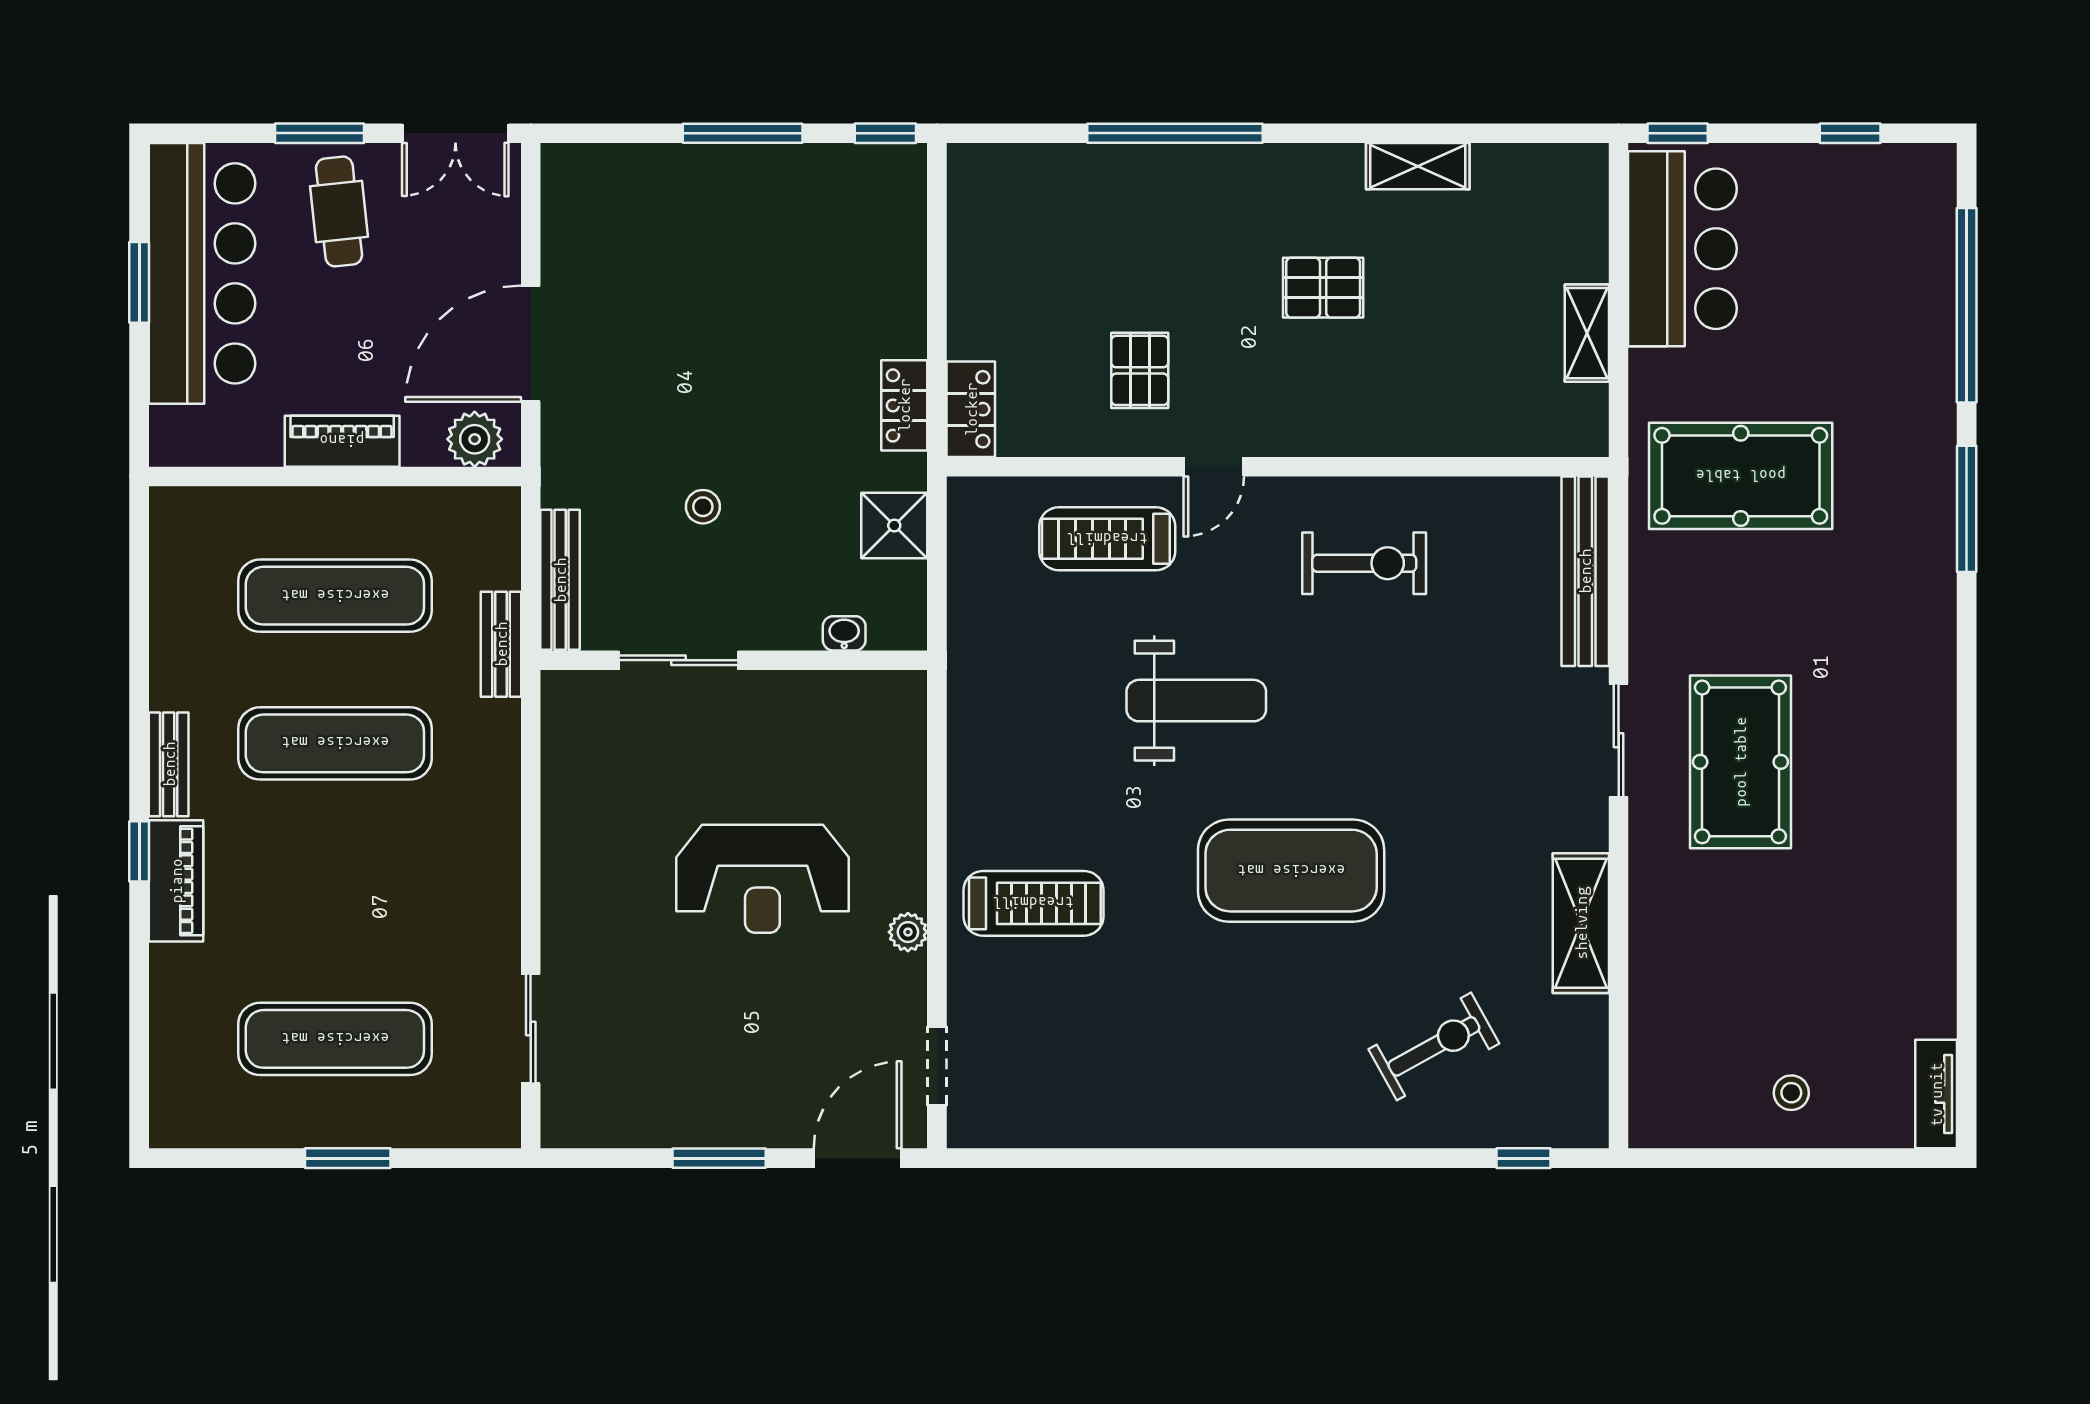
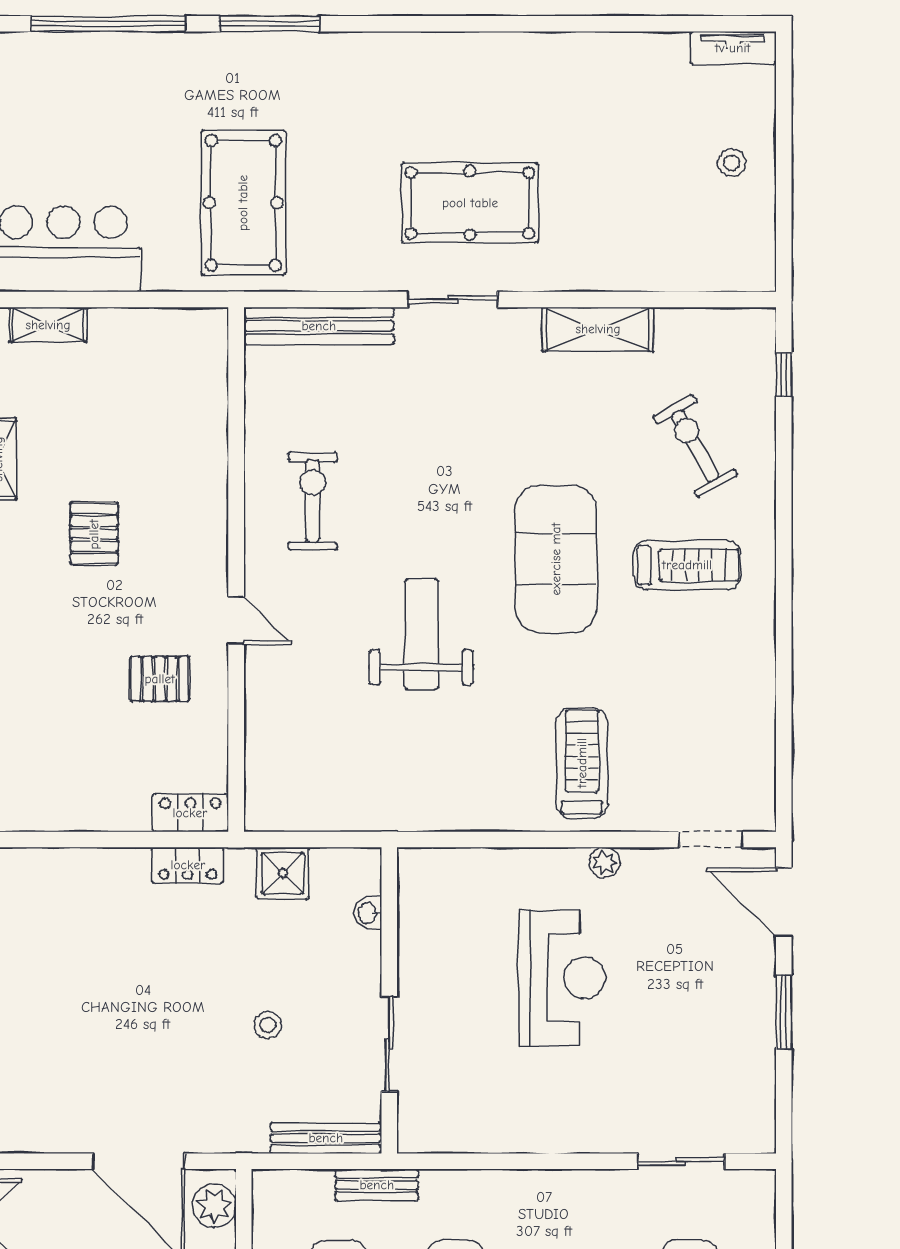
shelving: (1587, 333) -> (48, 325), moved
treadmill: (1107, 539) -> (687, 565), moved, turned -90

